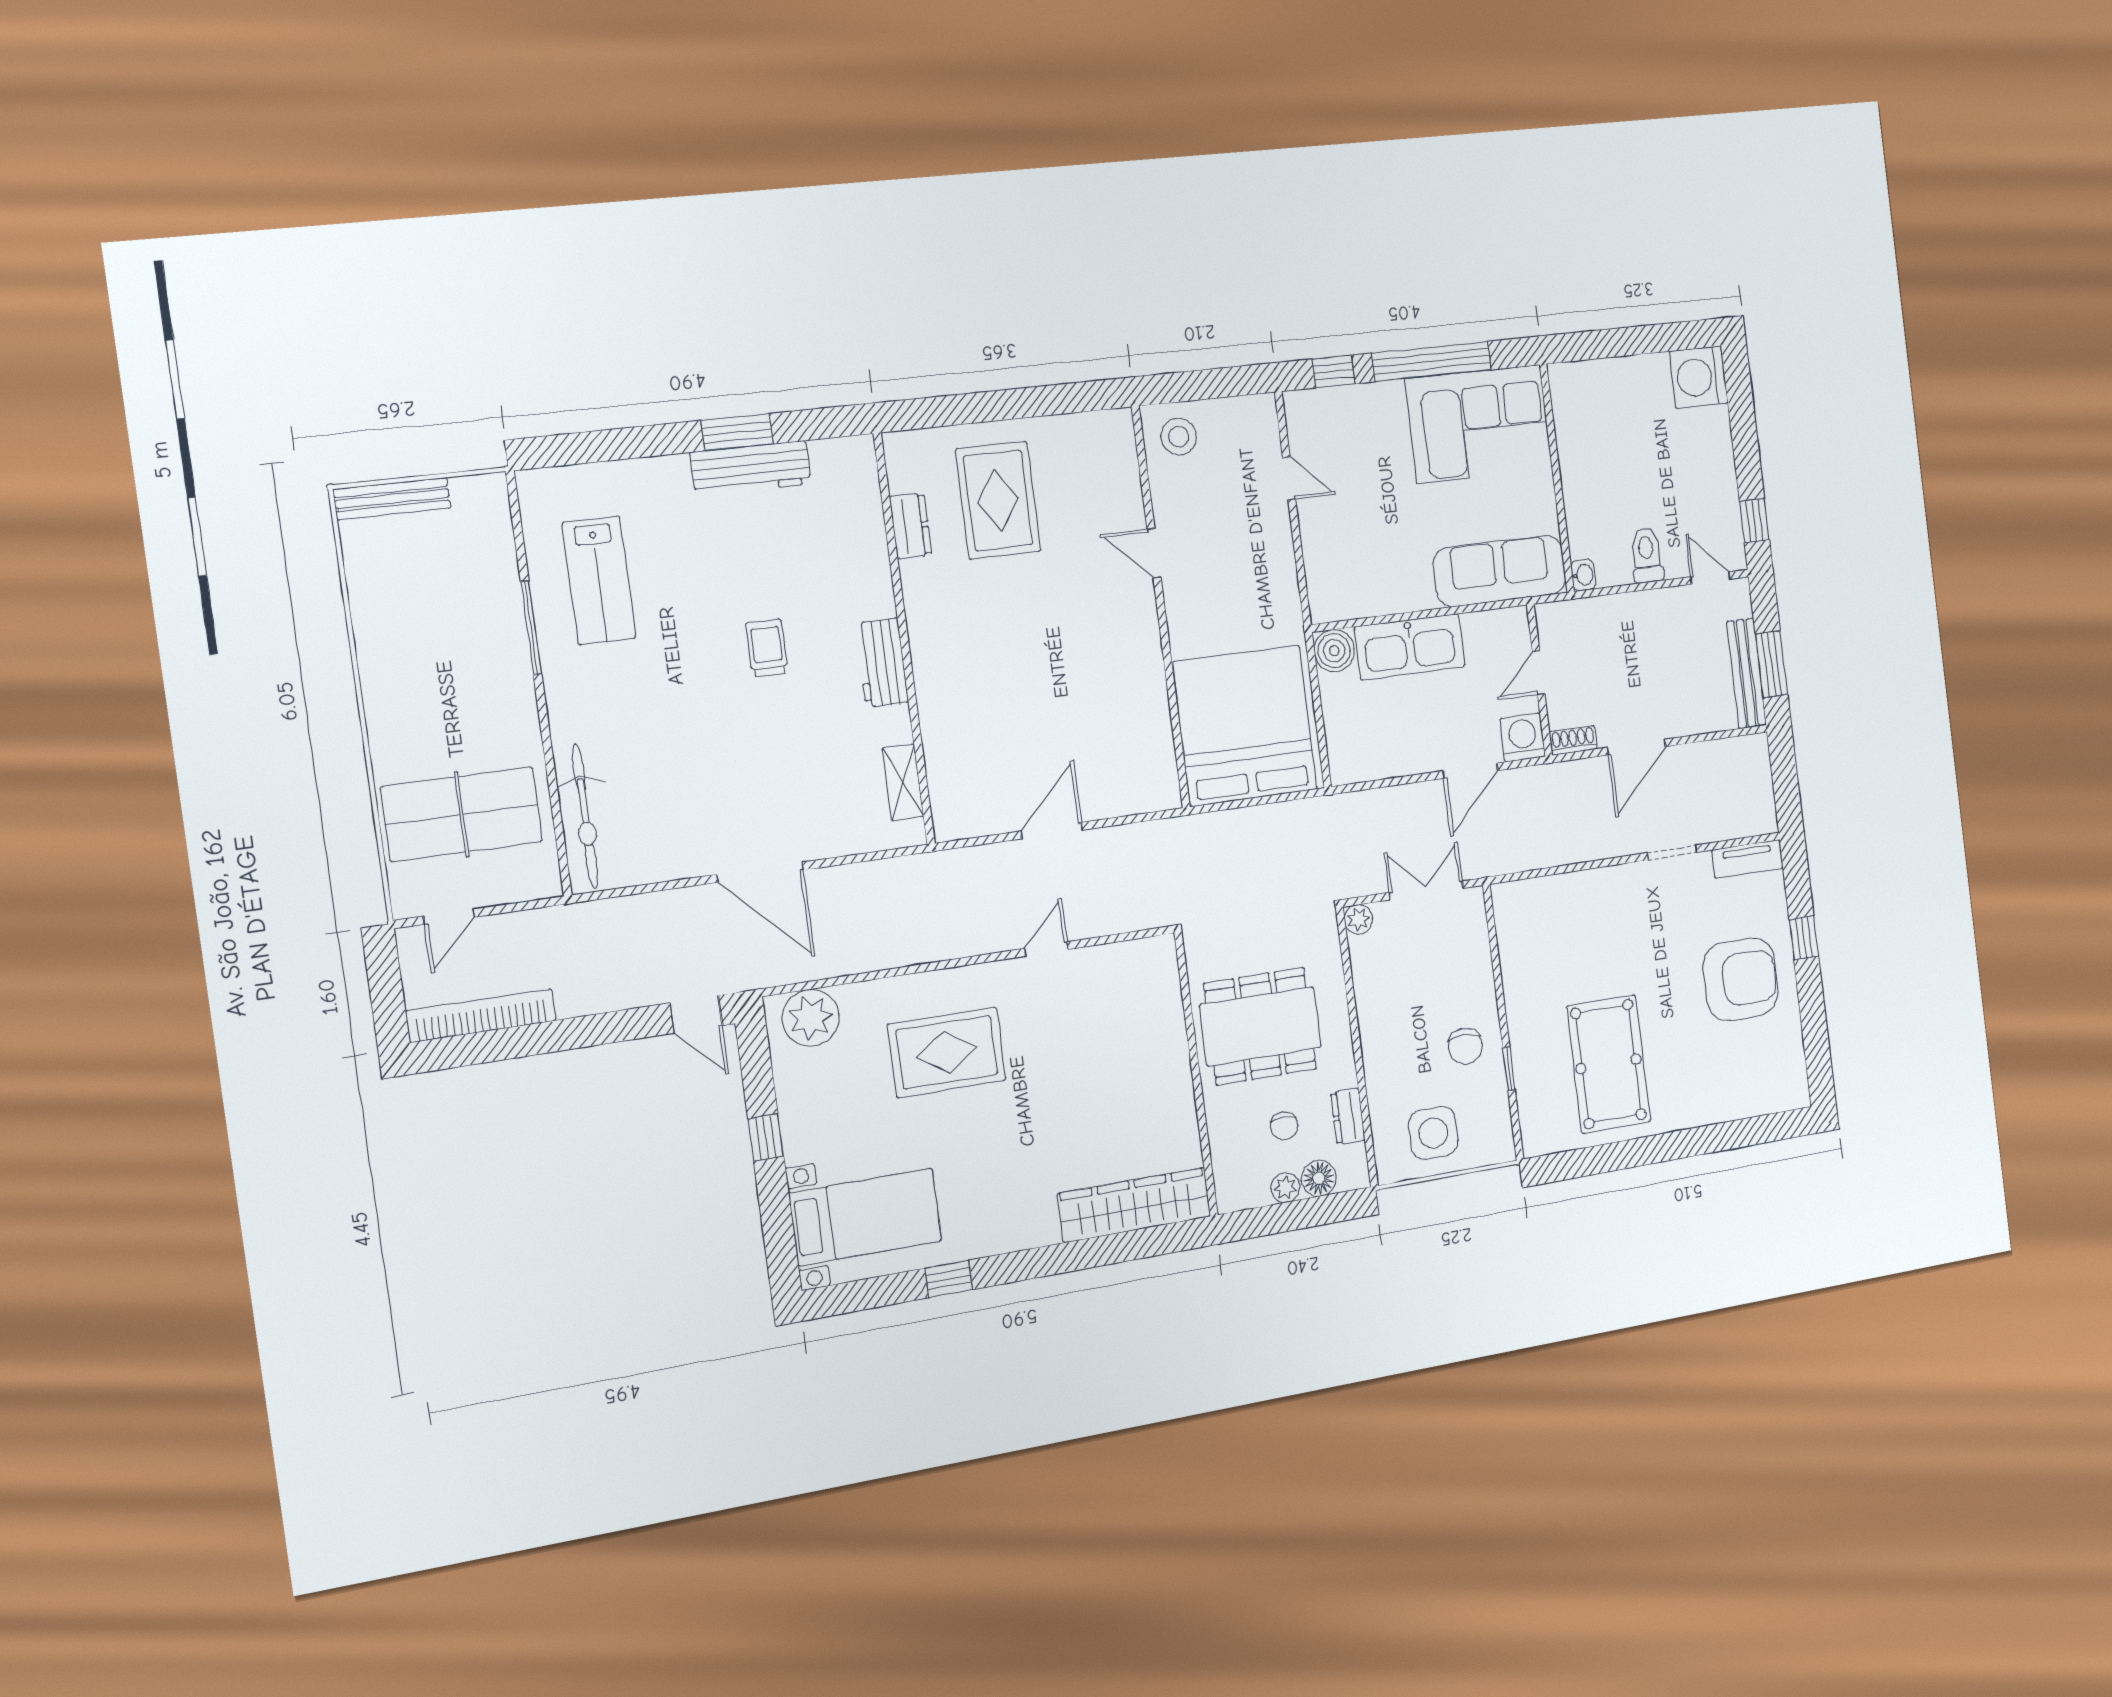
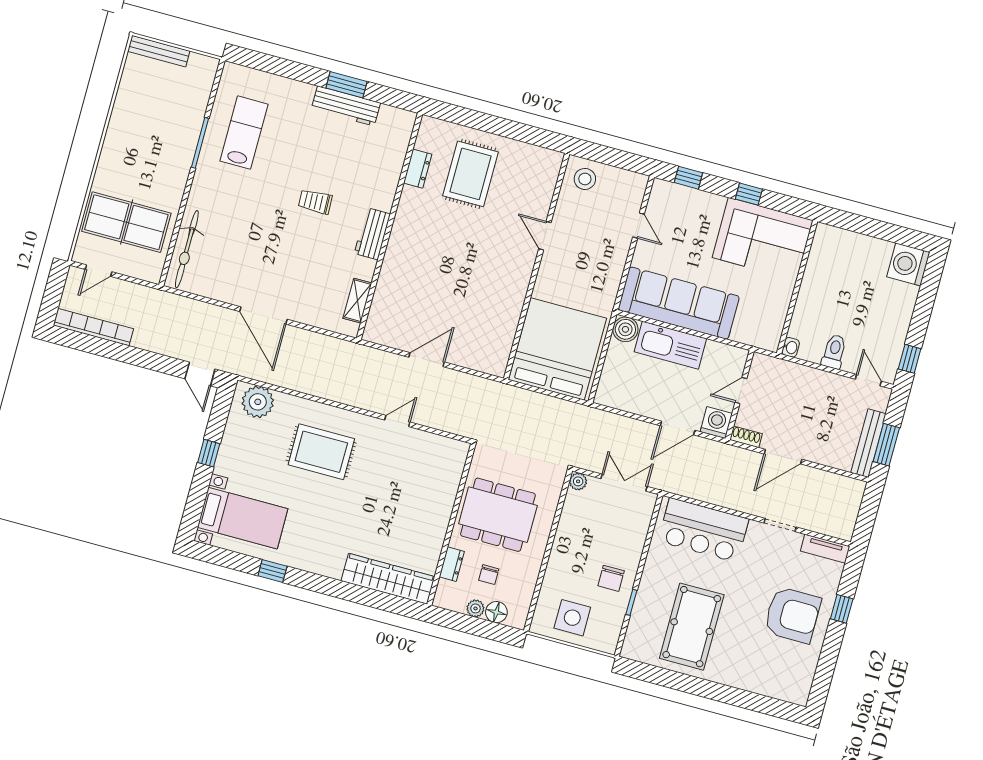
window: (1432, 361) -> (749, 194), width x0.32
sofa: (1500, 571) -> (679, 303), moved, width x1.36, depth x1.27
lab bench: (599, 581) -> (244, 133), turned 180
trolley: (767, 648) -> (315, 202), turned -92
bar counter: (1568, 910) -> (703, 530), added
dresser: (1348, 1116) -> (452, 564), moved, turned 180

